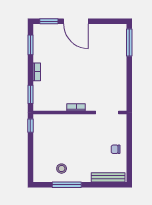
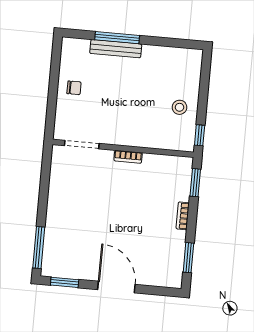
window: (49, 21) -> (65, 282), moved
stool: (62, 169) -> (179, 107), moved
bench: (108, 177) -> (116, 49), moved
window: (67, 185) -> (117, 38), moved

